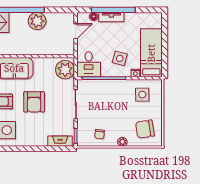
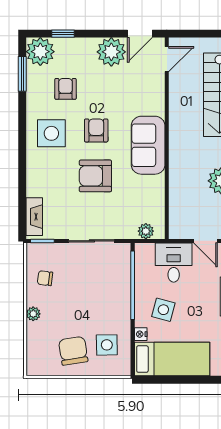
desk: (89, 64) -> (174, 263), moved, turned 90
plant: (65, 70) -> (146, 231), width x0.53, depth x0.53
chair: (145, 129) -> (73, 351), moved

